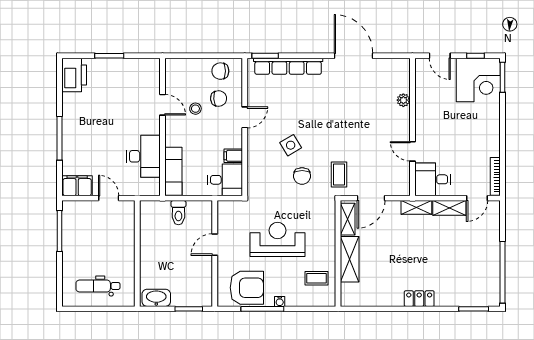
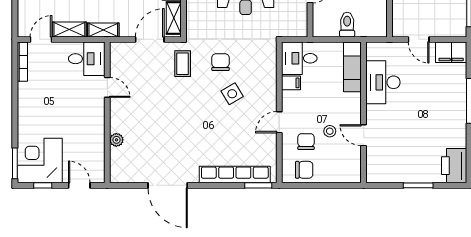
chair: (219, 99) -> (306, 142), turned 94

